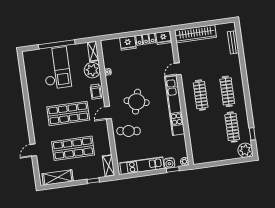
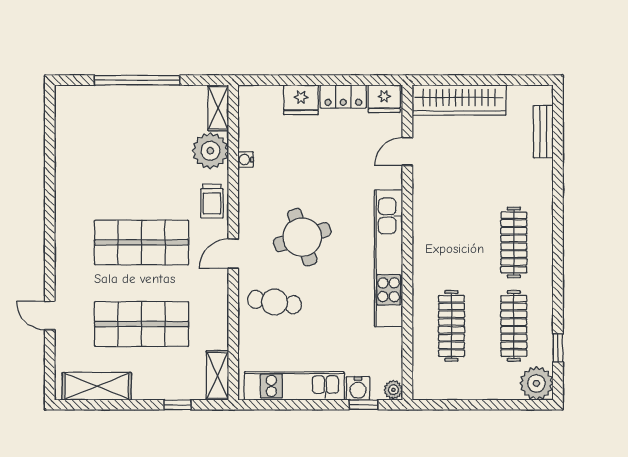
checkout: (57, 68) -> (129, 135), removed
door: (178, 69) -> (407, 152), moved
clothes rail: (201, 95) -> (451, 326), moved
round table: (137, 102) -> (302, 237), turned -32
door: (33, 150) -> (50, 316), hinge flipped

